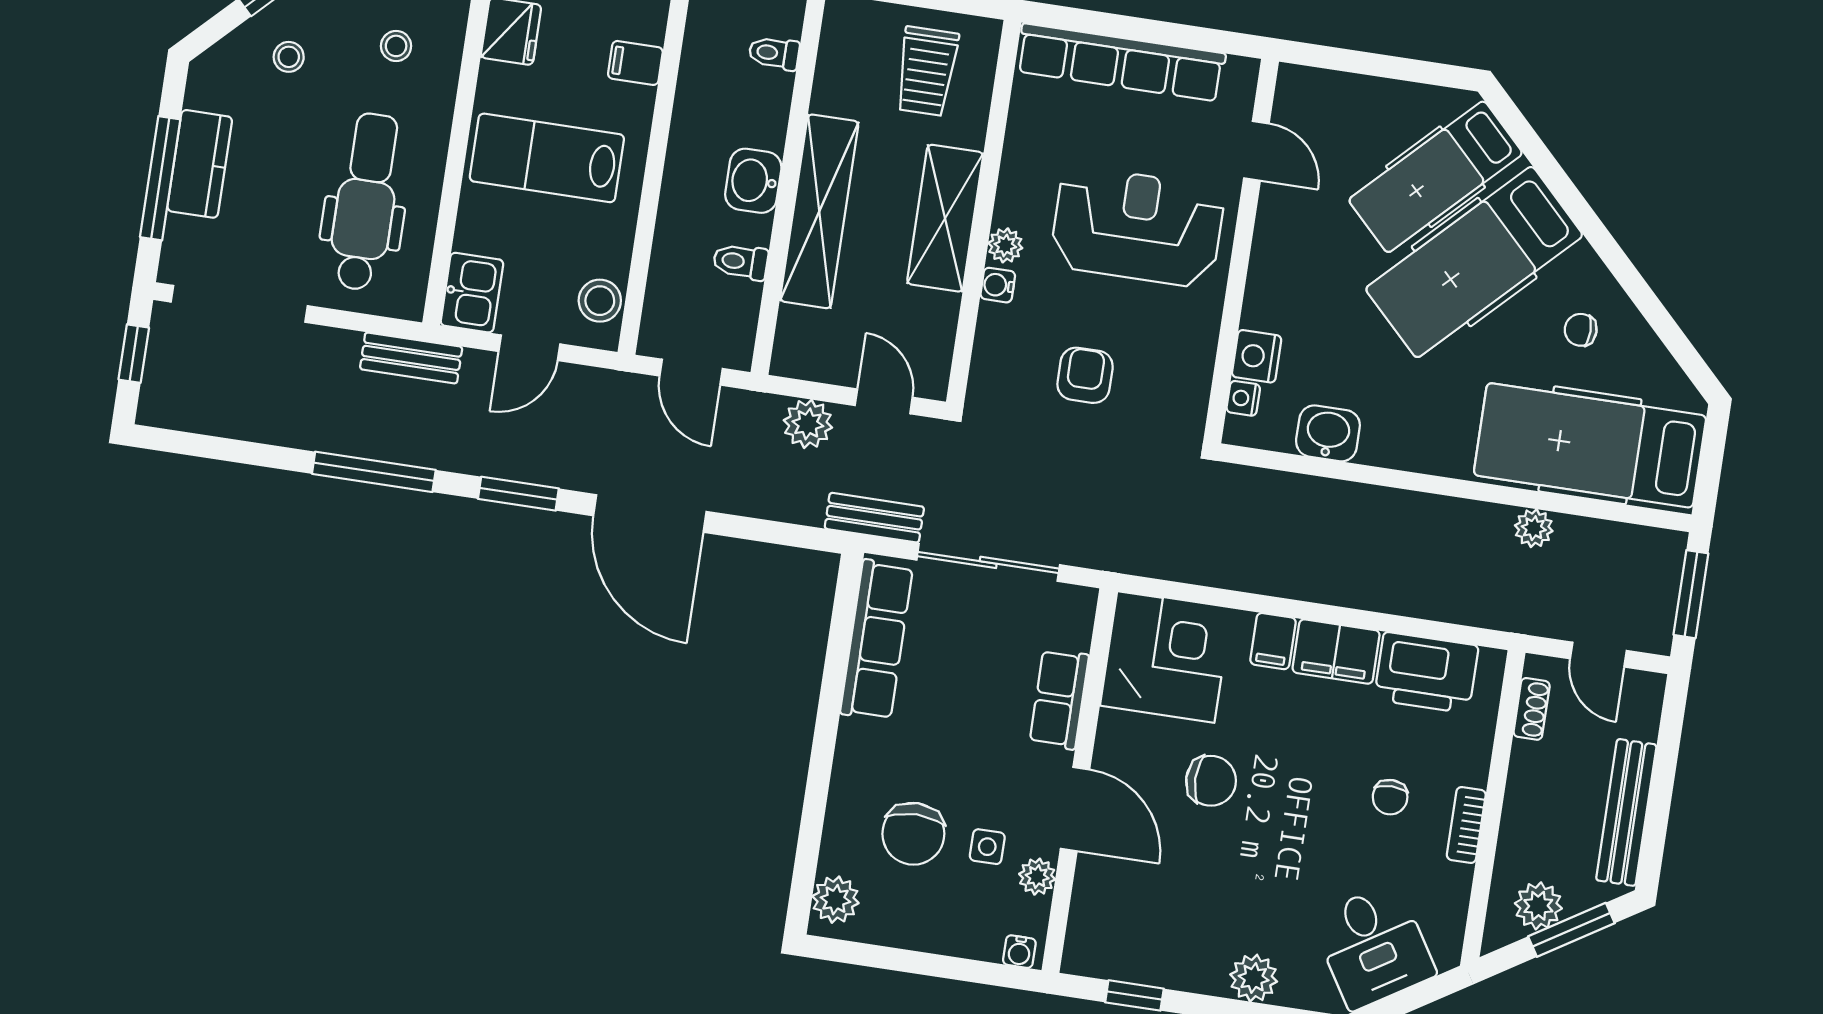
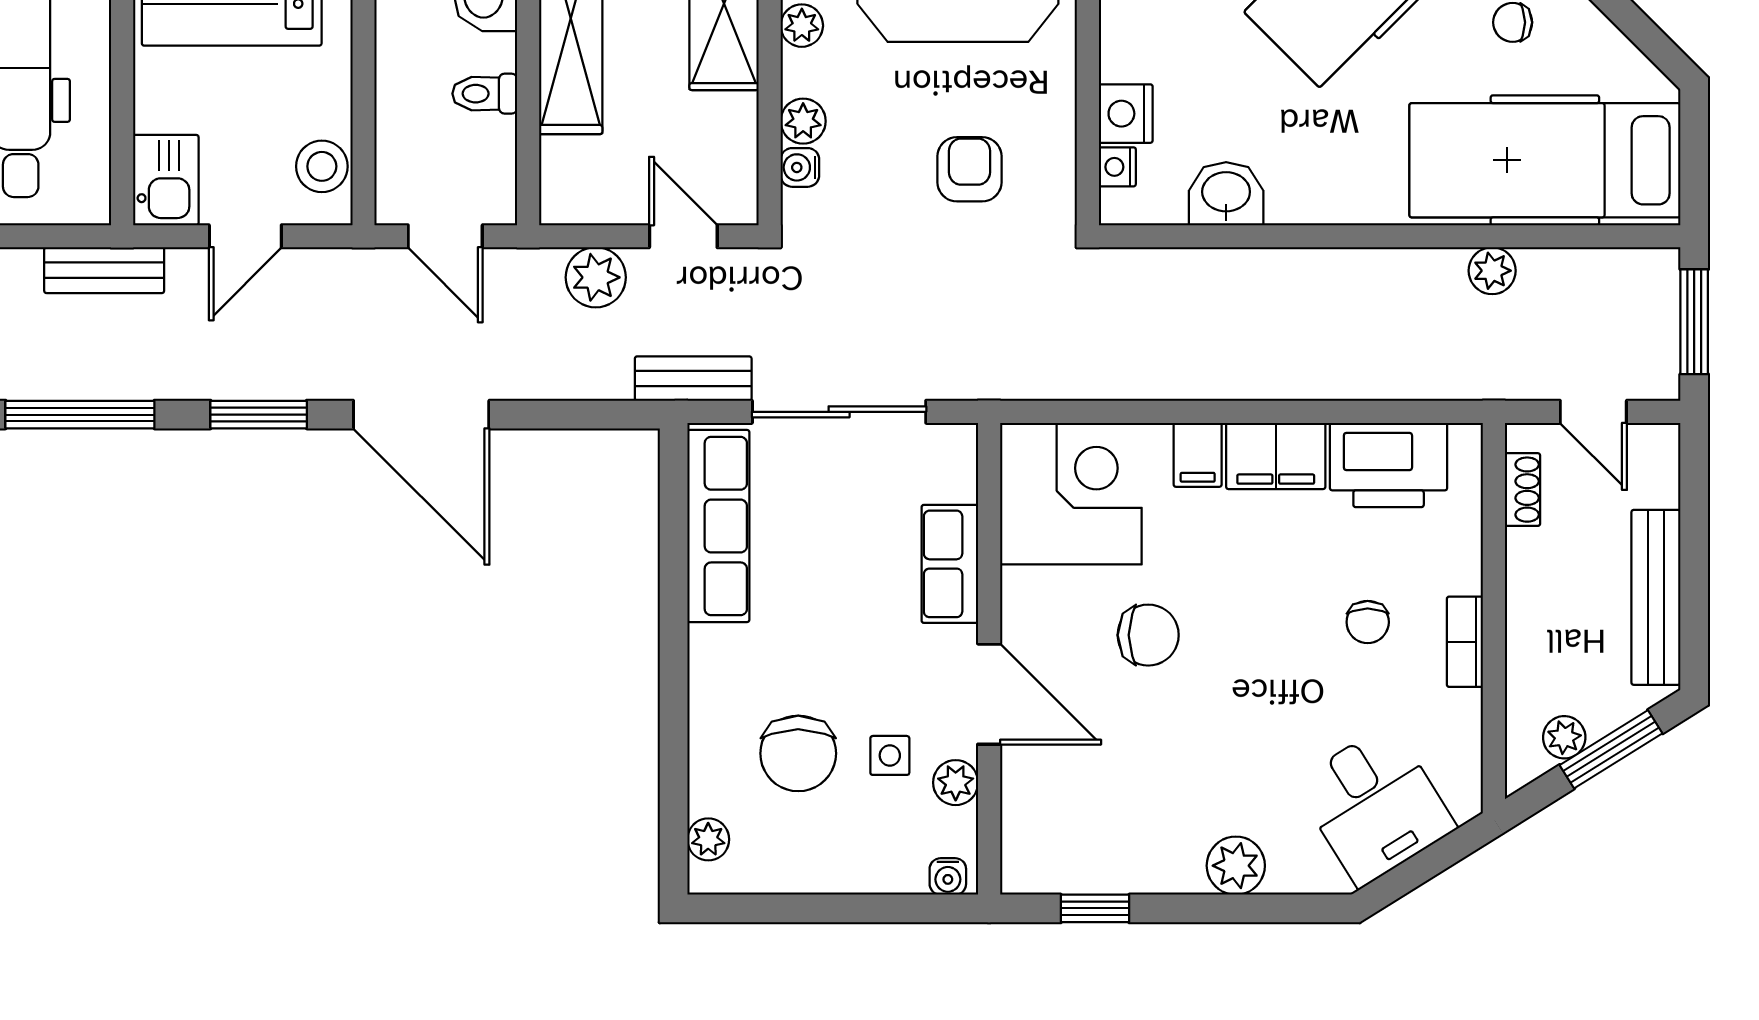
water cooler: (998, 285) -> (800, 167), moved
plant: (995, 323) -> (803, 121), added
armchair: (1085, 375) -> (969, 169), moved
plant: (835, 900) -> (708, 839), width x0.73, depth x0.73
plant: (1538, 906) -> (1564, 737), width x0.73, depth x0.73

